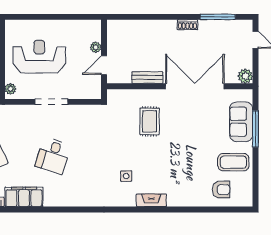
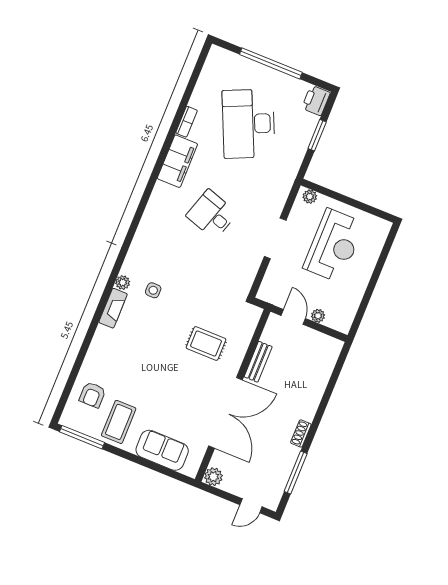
window: (256, 129) -> (82, 437), moved
plant: (130, 201) -> (123, 282), added

